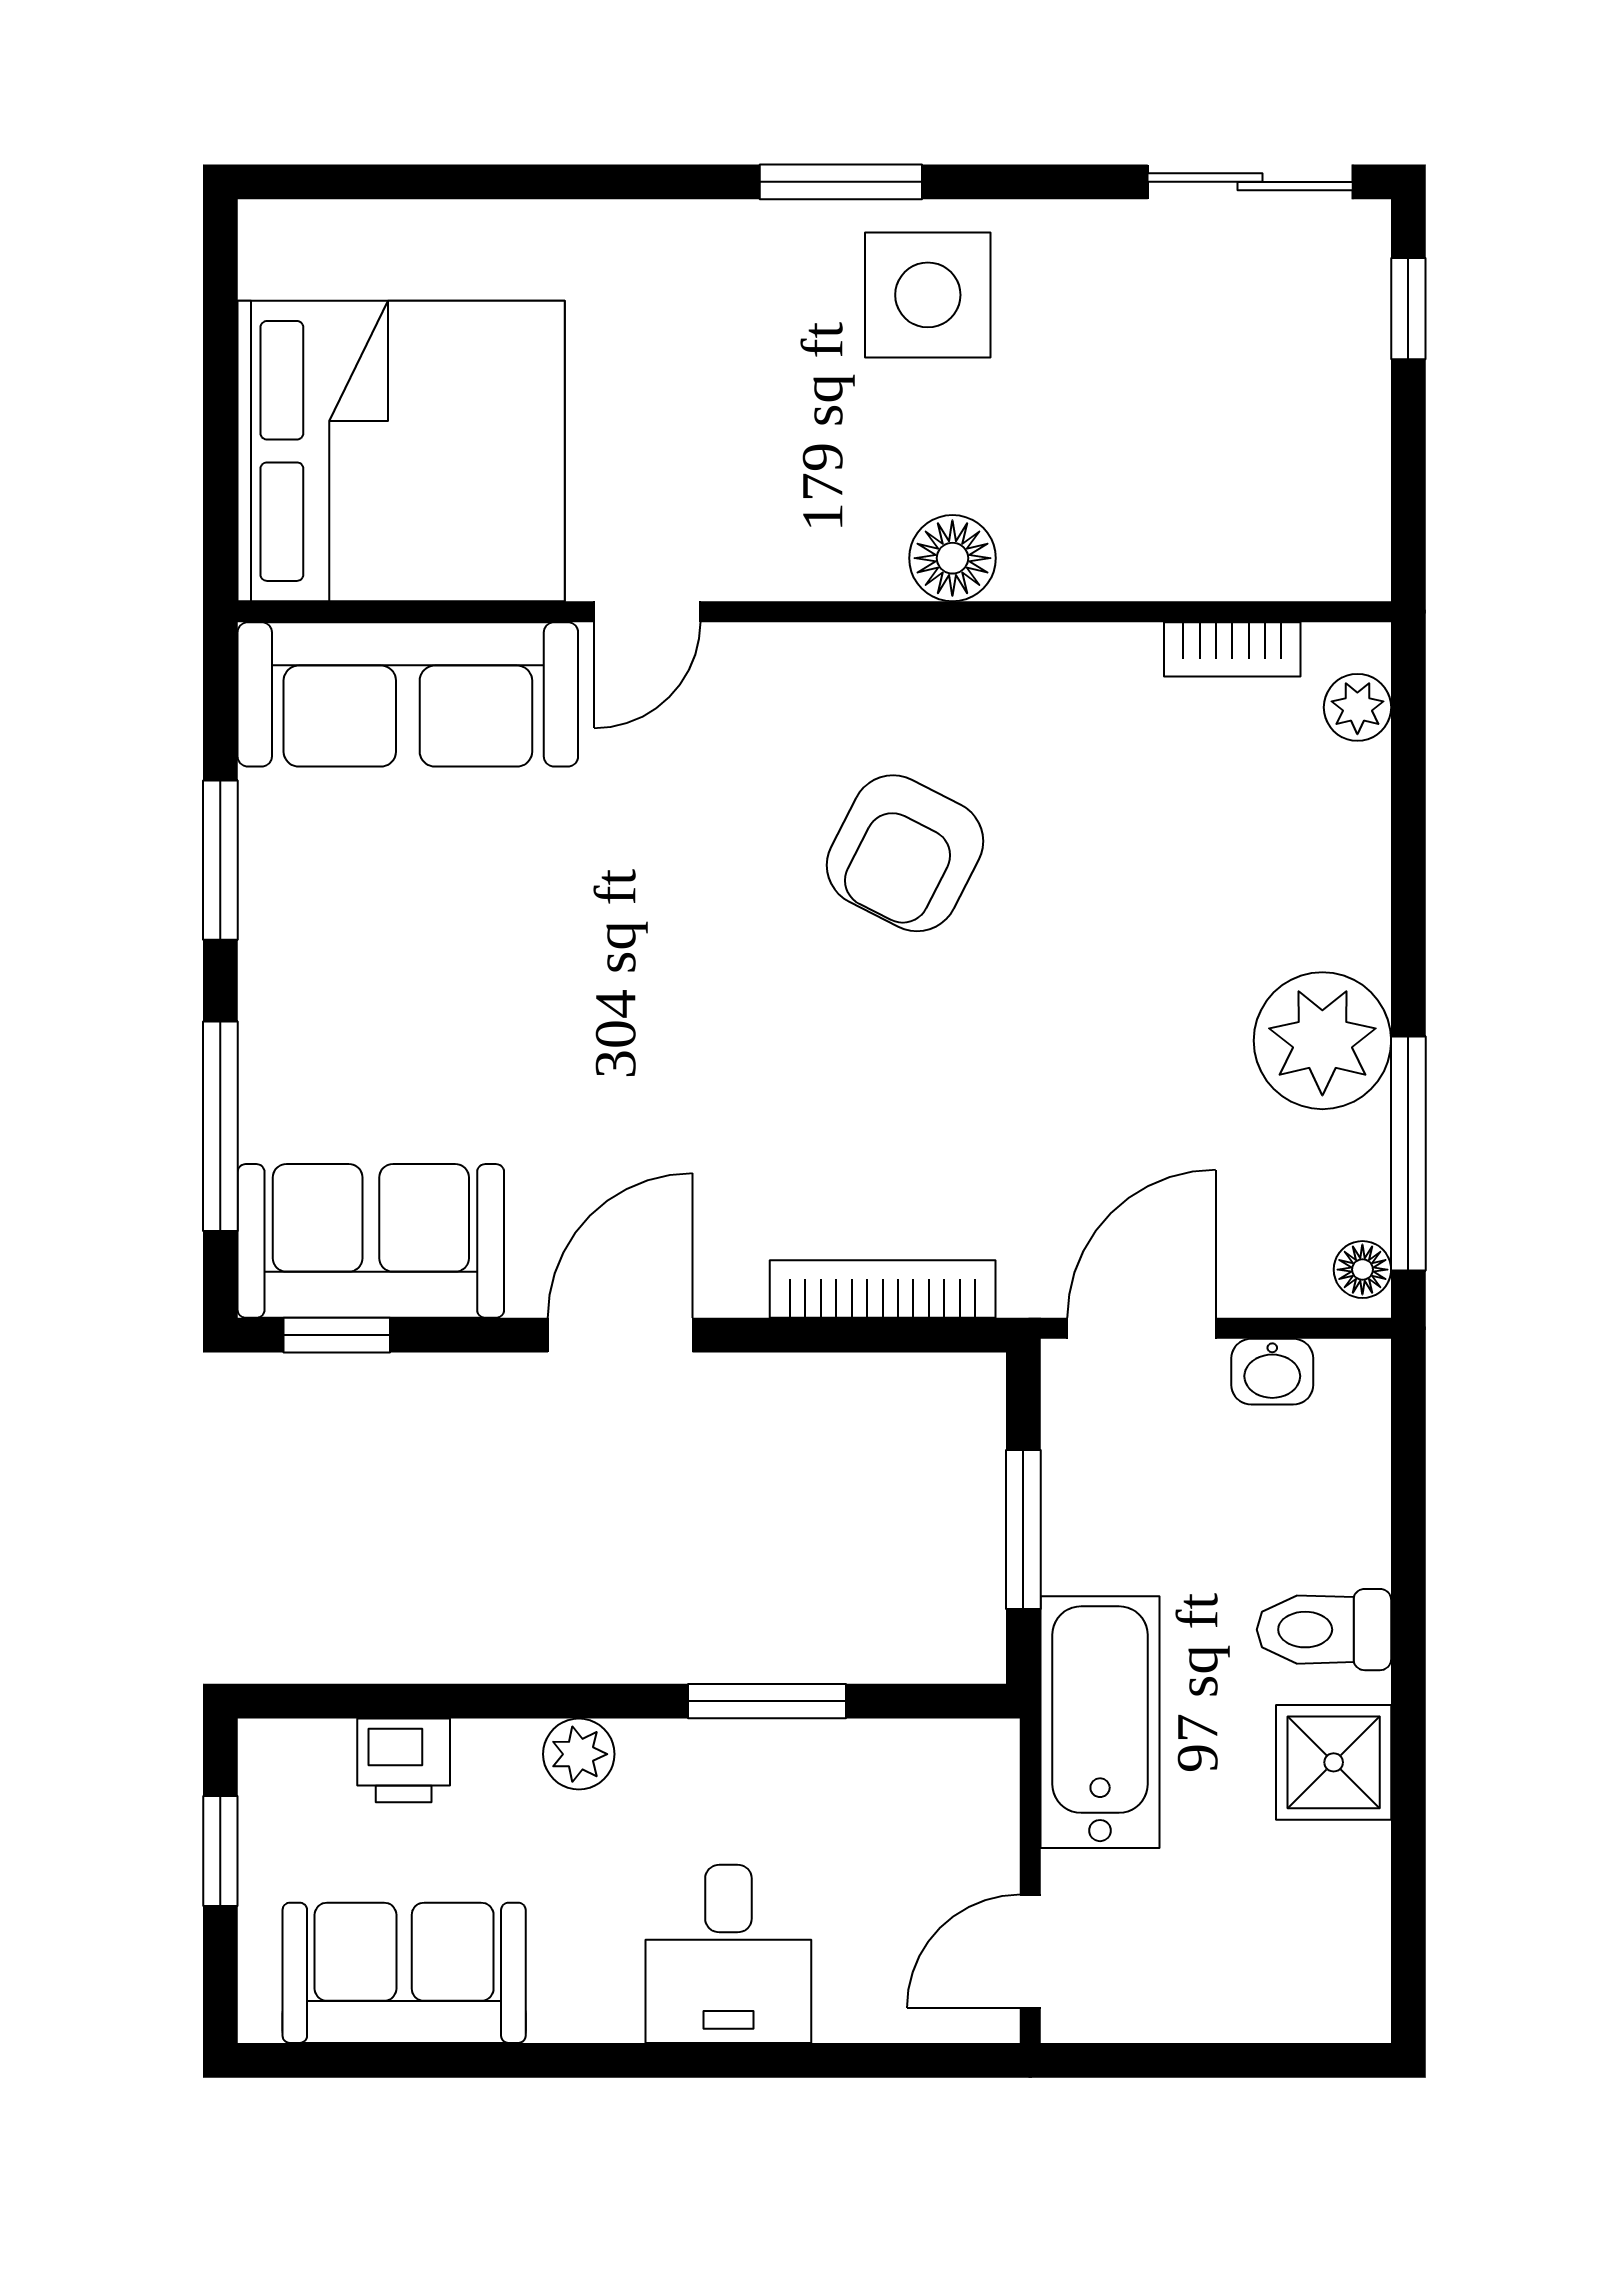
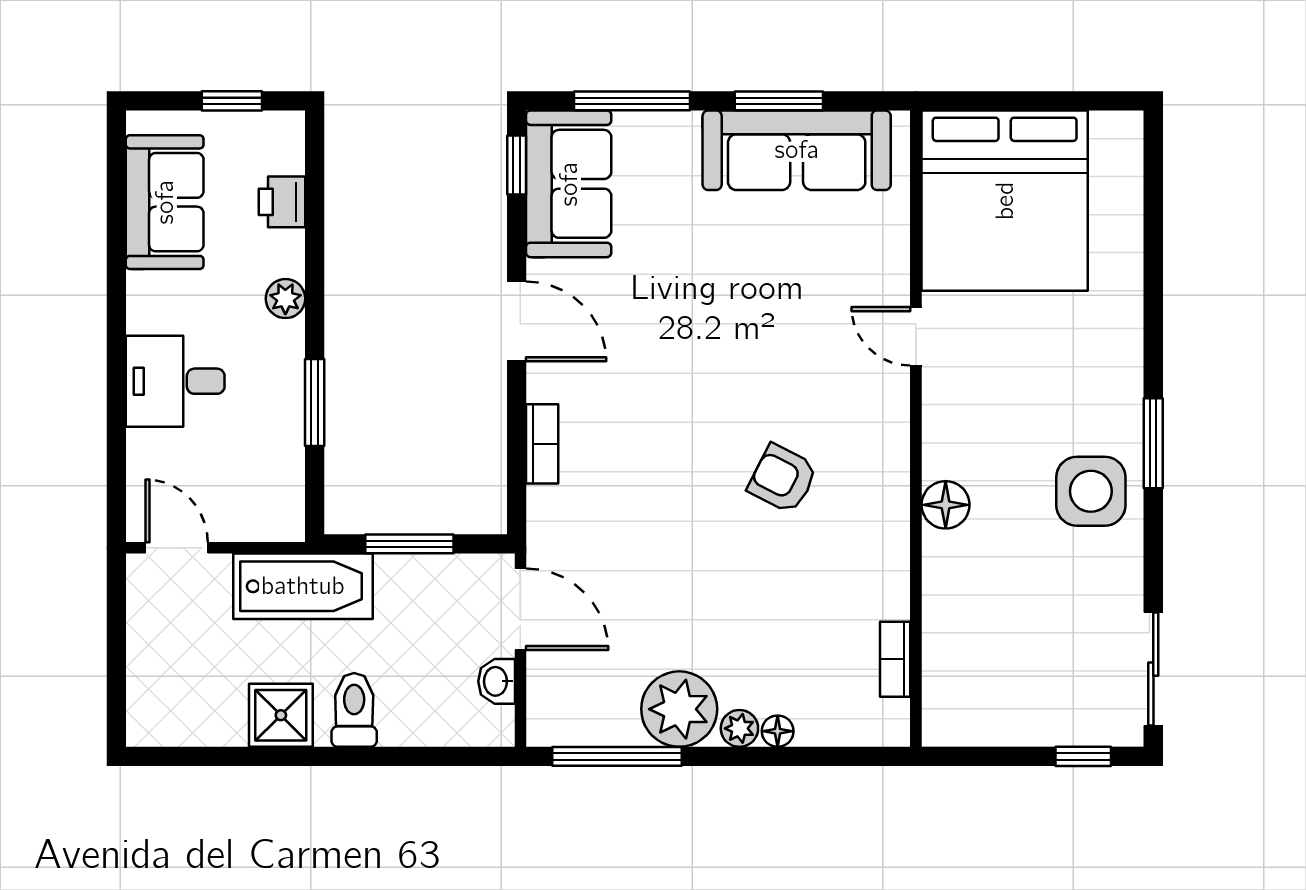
sofa: (408, 694) -> (797, 150), moved, turned -90
plant: (1357, 707) -> (739, 728), moved
armchair: (905, 853) -> (783, 479), width x0.72, depth x0.72
floor lamp: (1362, 1270) -> (778, 731), moved
bookcase: (883, 1289) -> (542, 444), width x0.64

